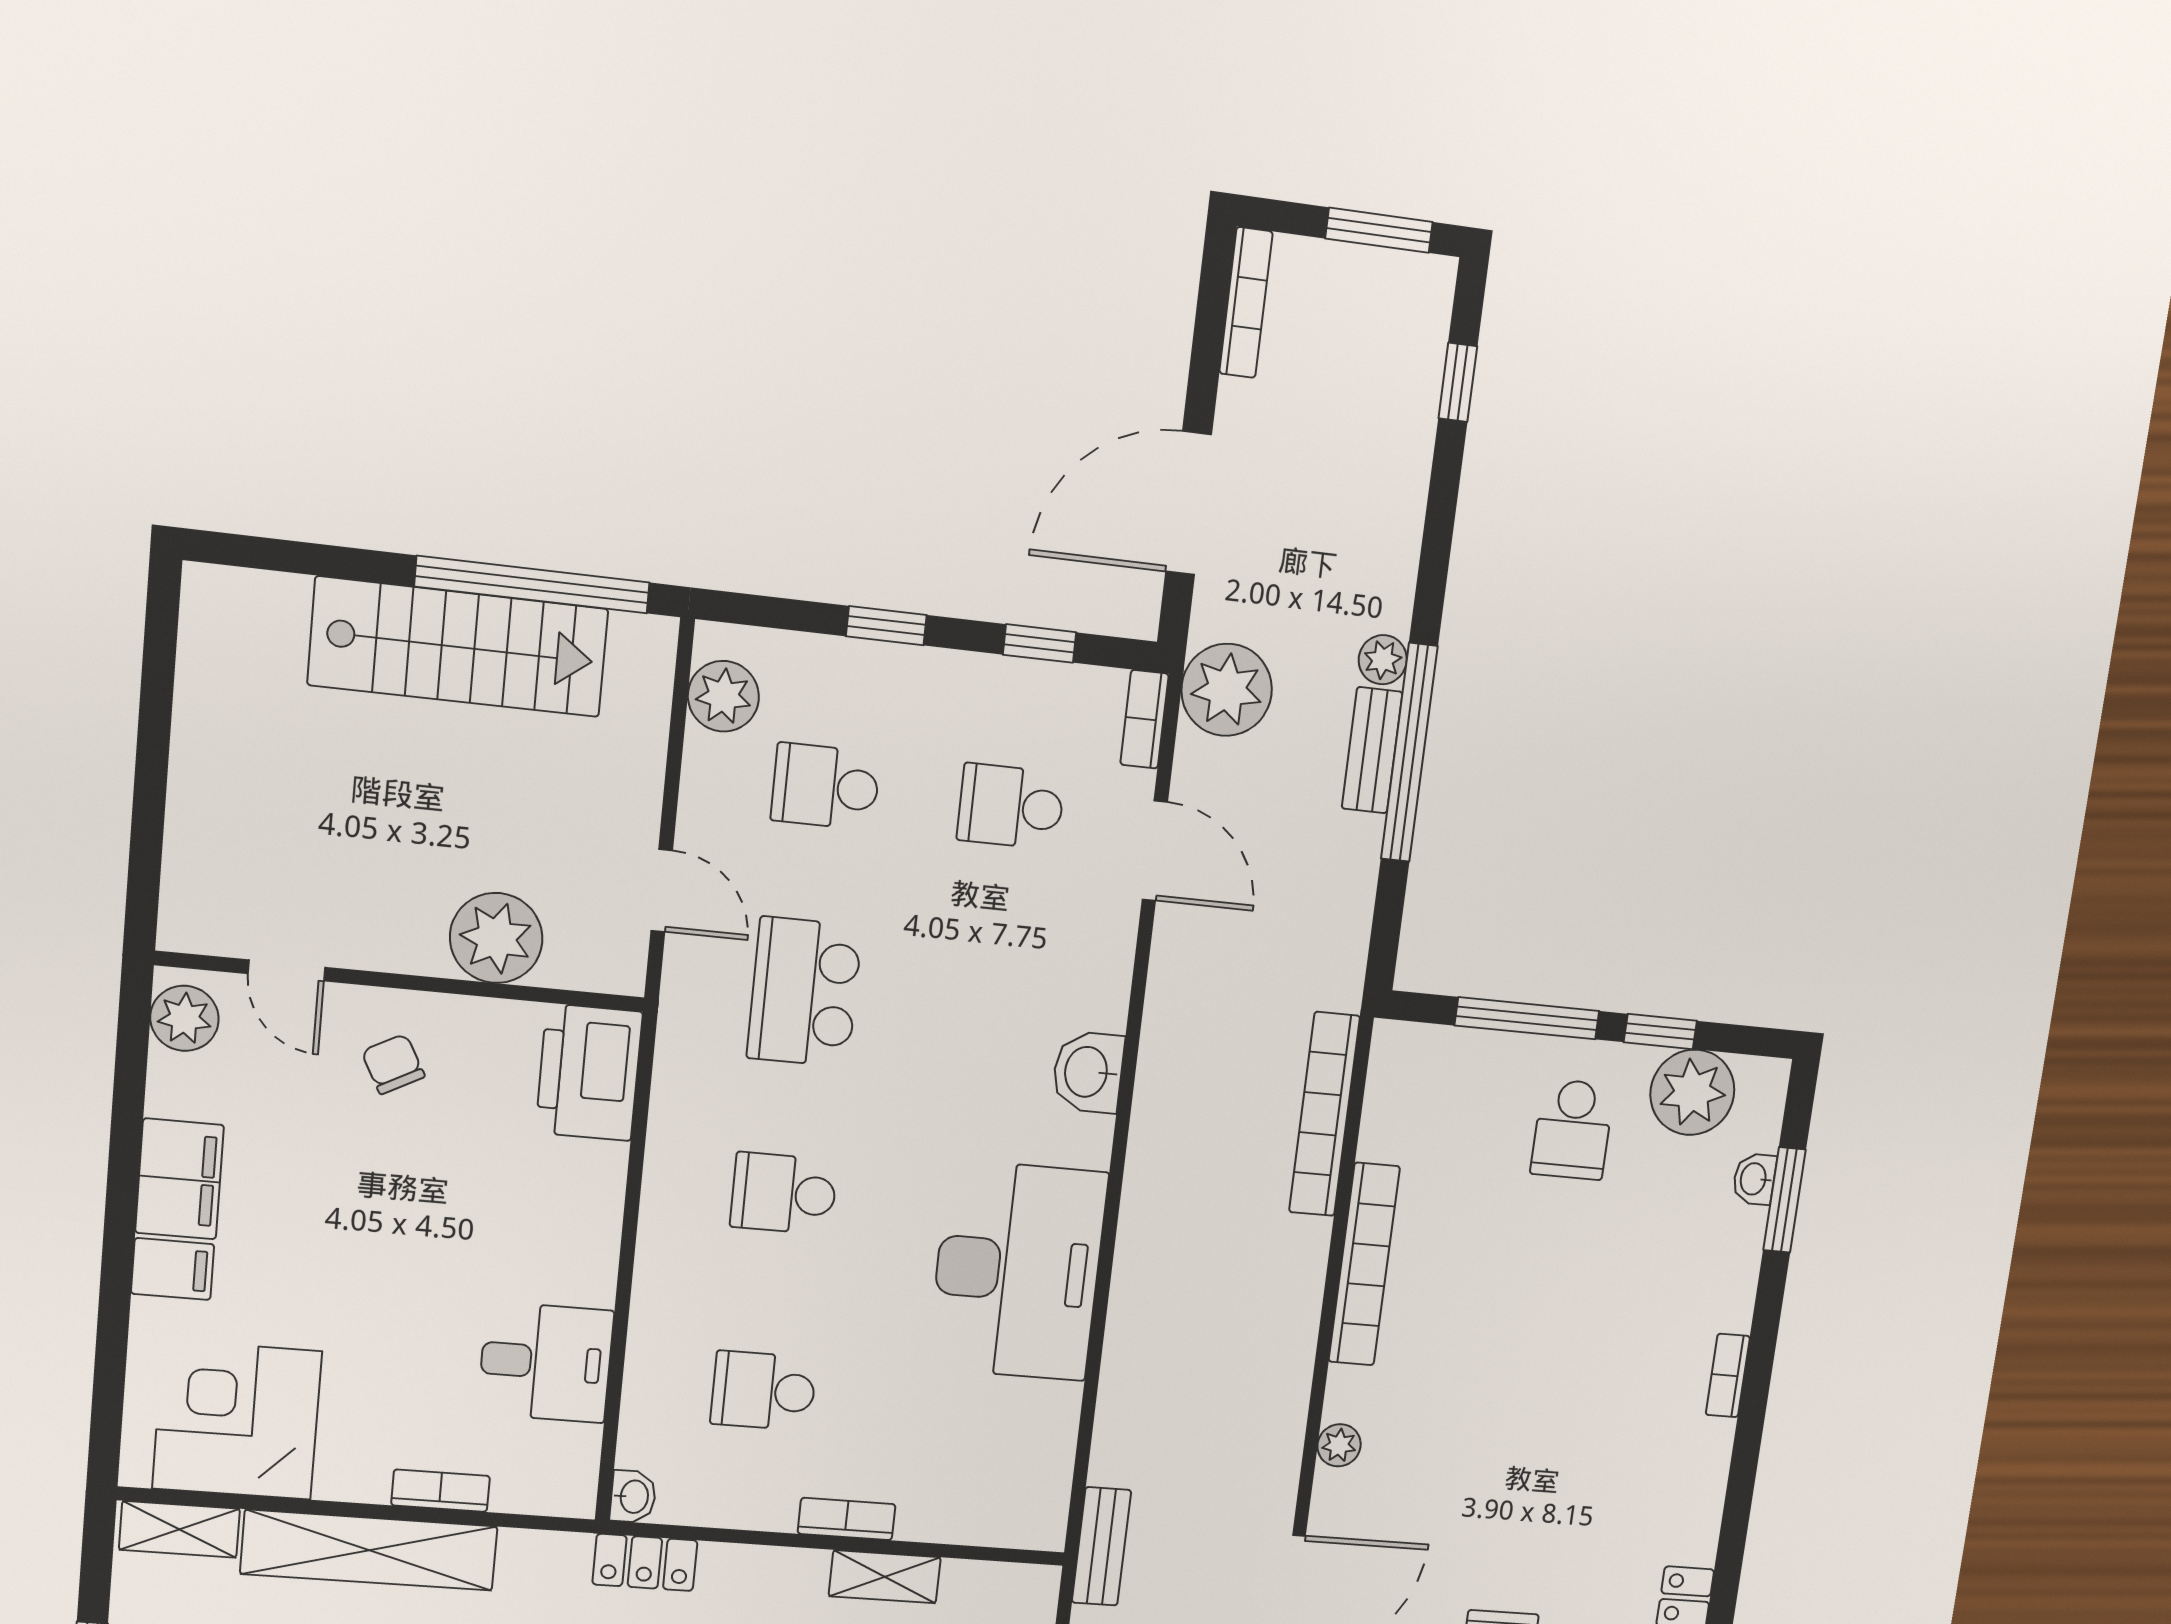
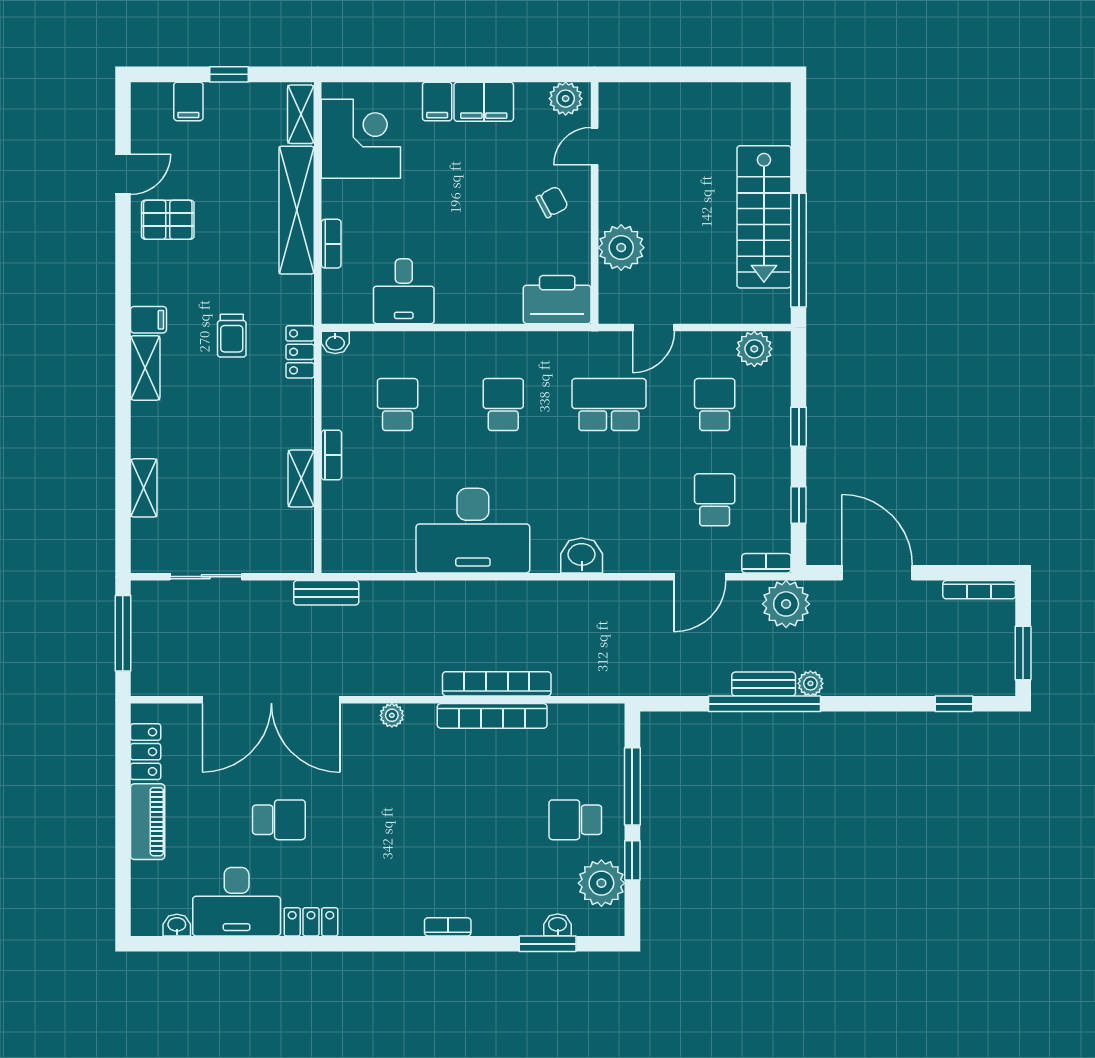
bookcase: (1324, 1114) -> (497, 684), moved

